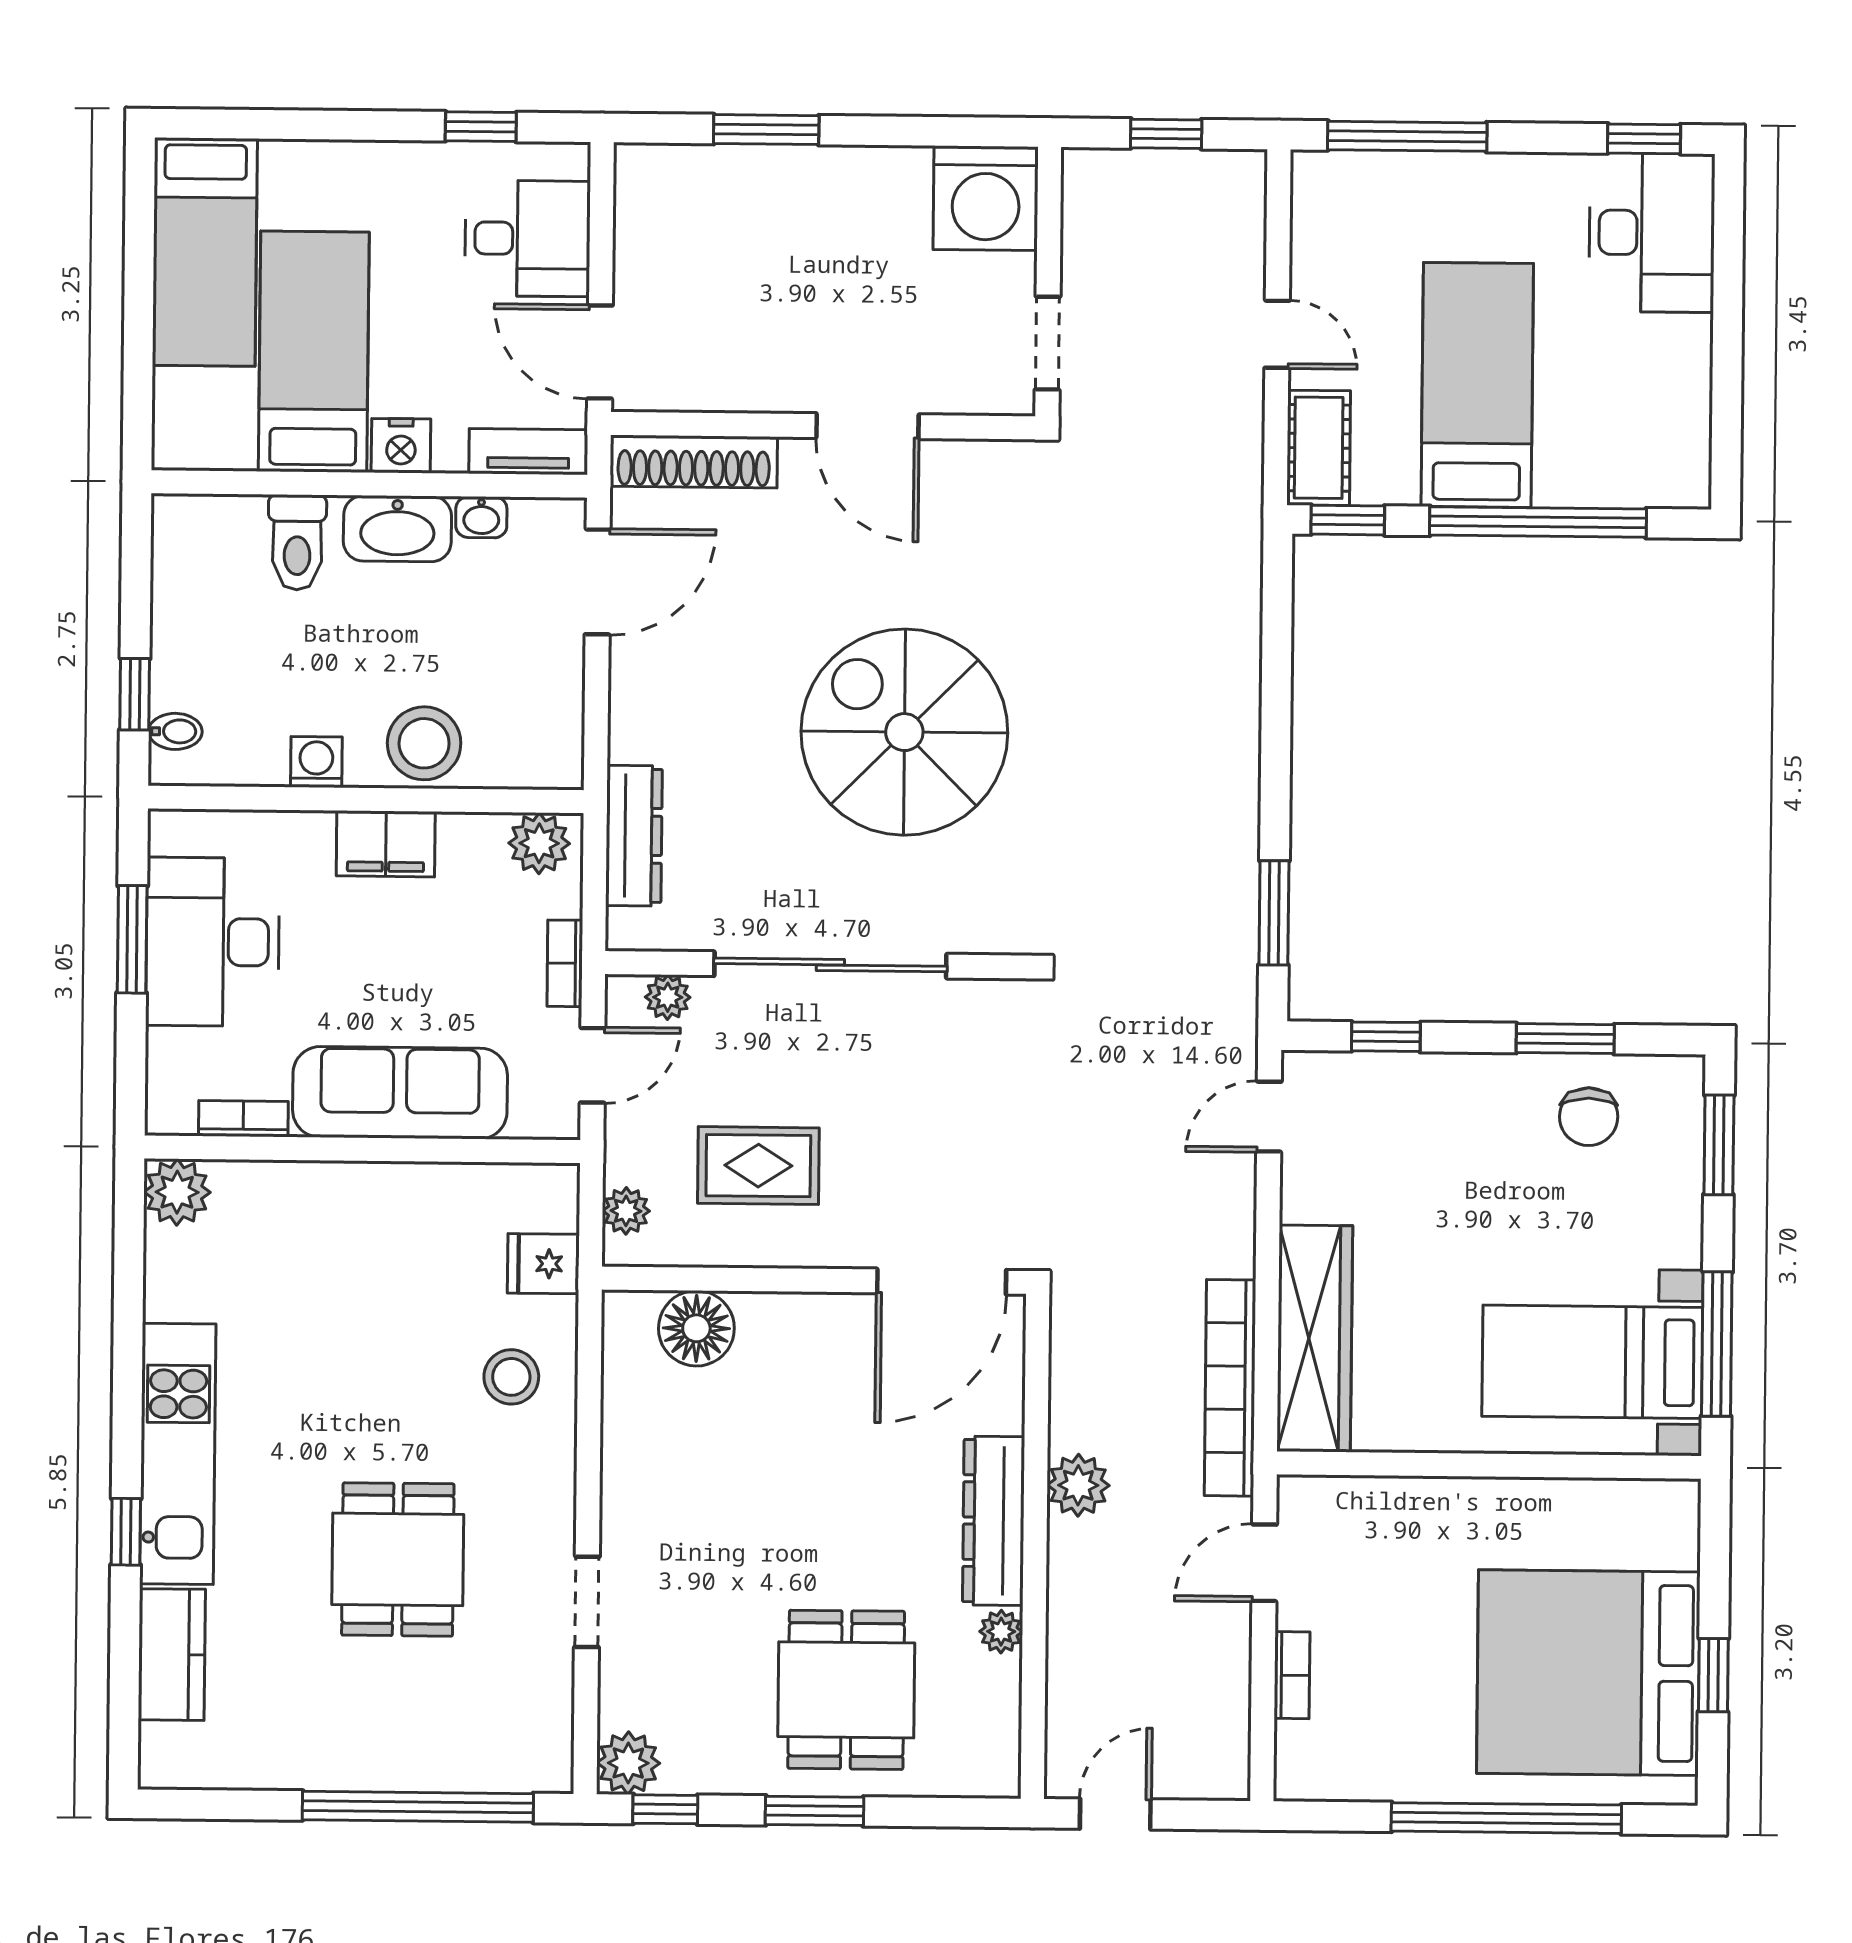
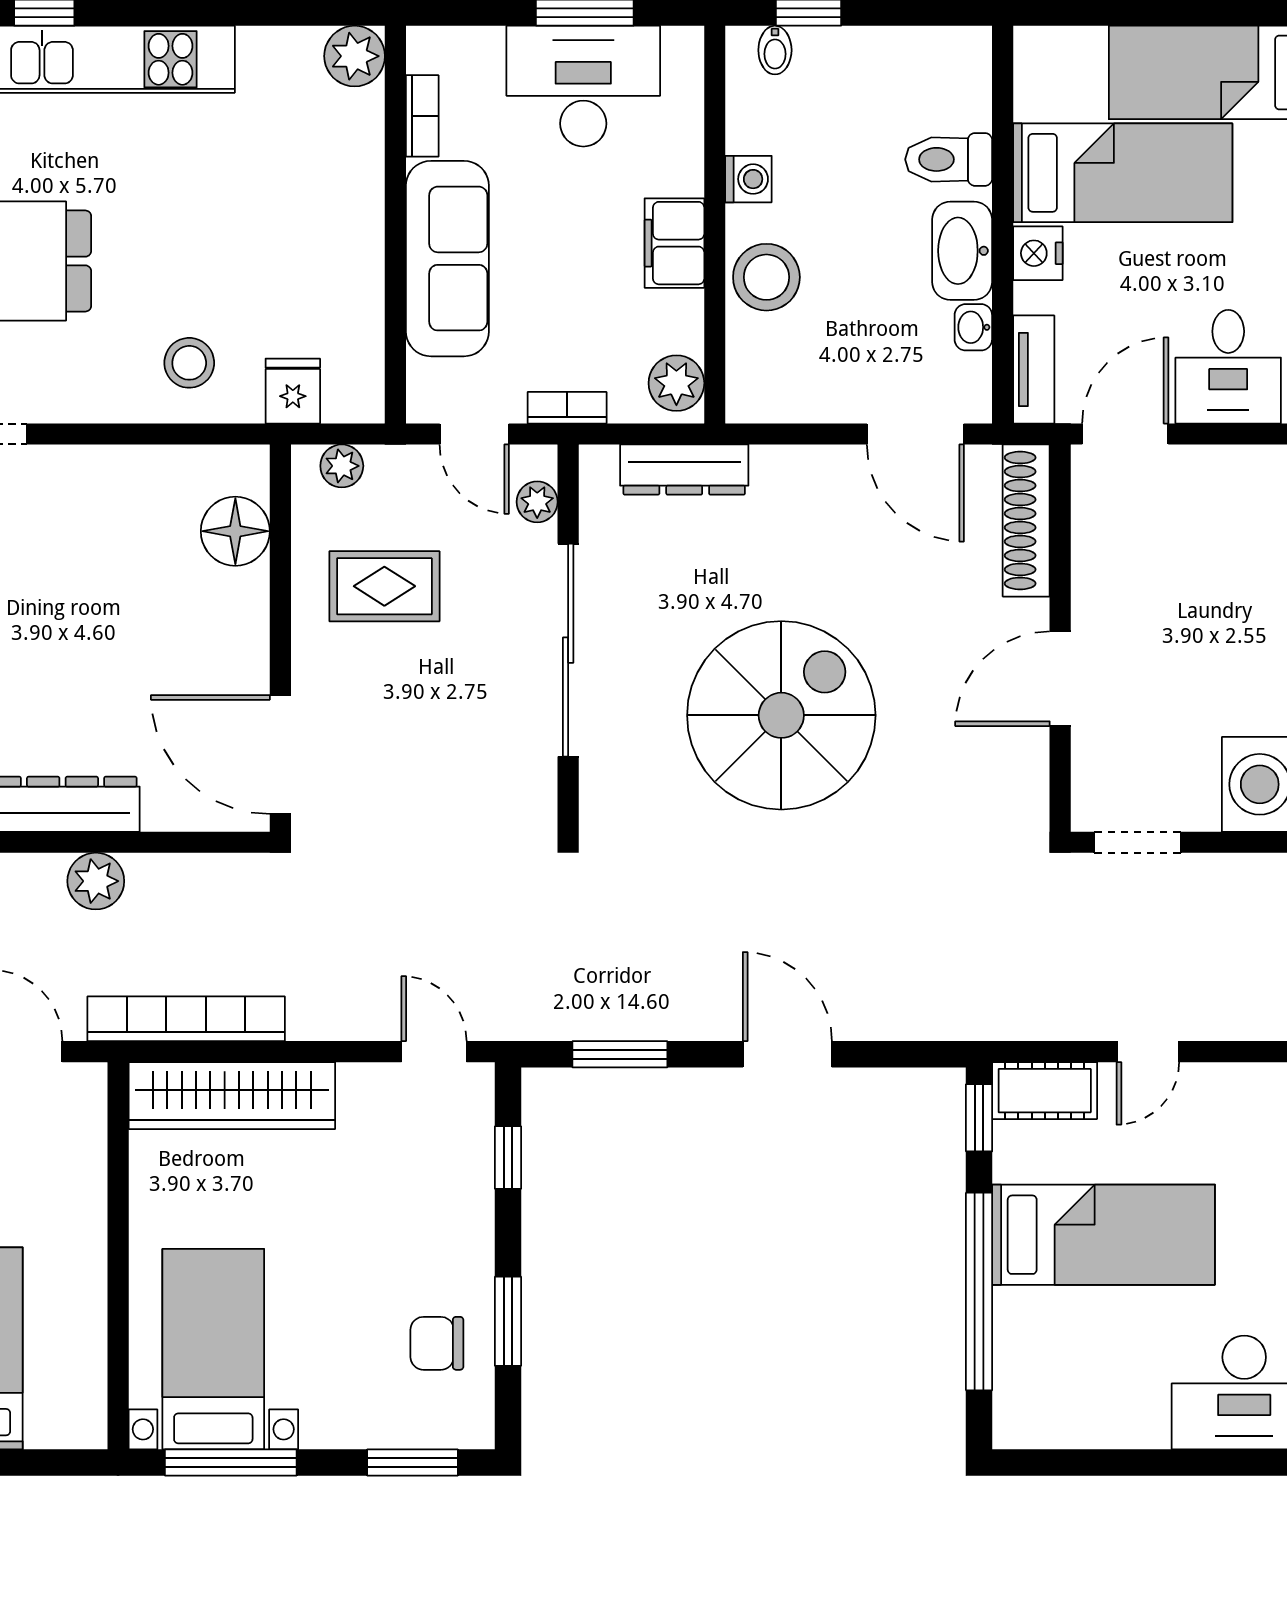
door: (1276, 729) -> (787, 1054), added
rug: (758, 1166) -> (384, 586), turned 90

